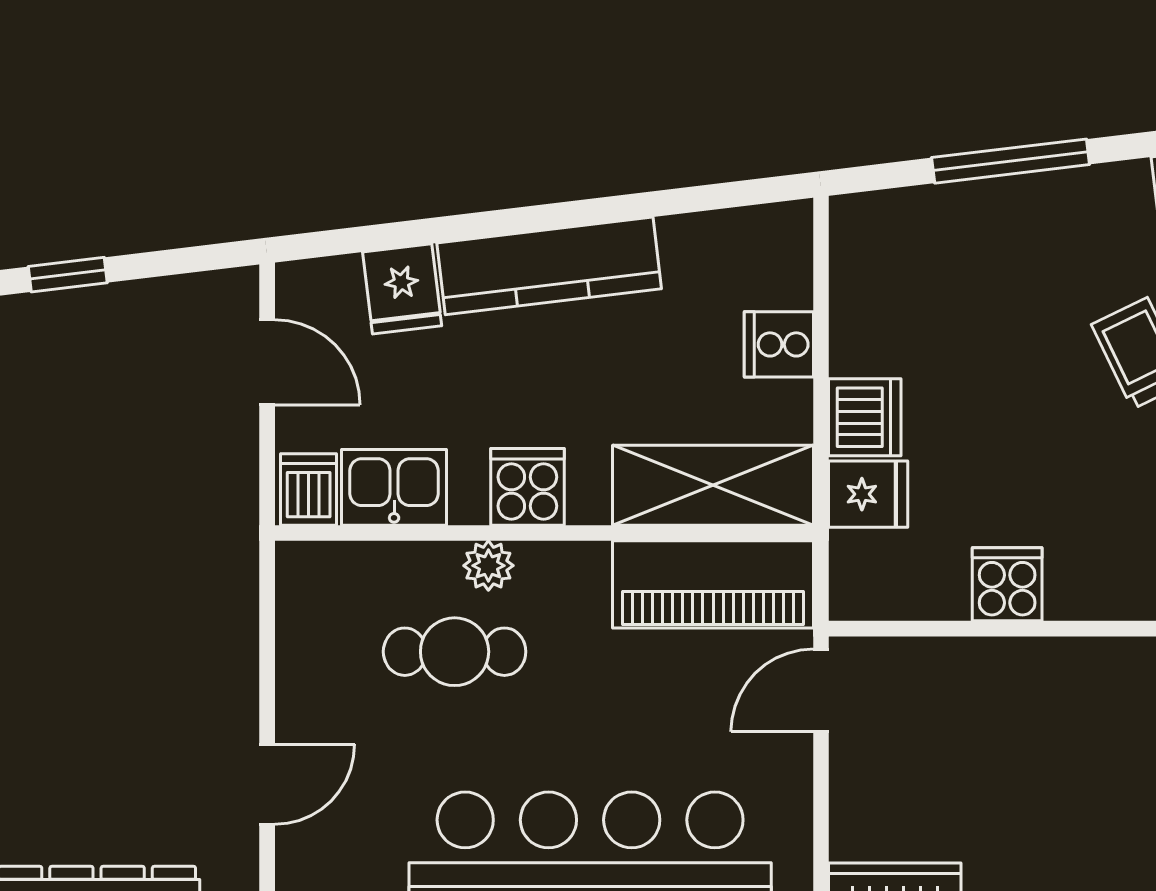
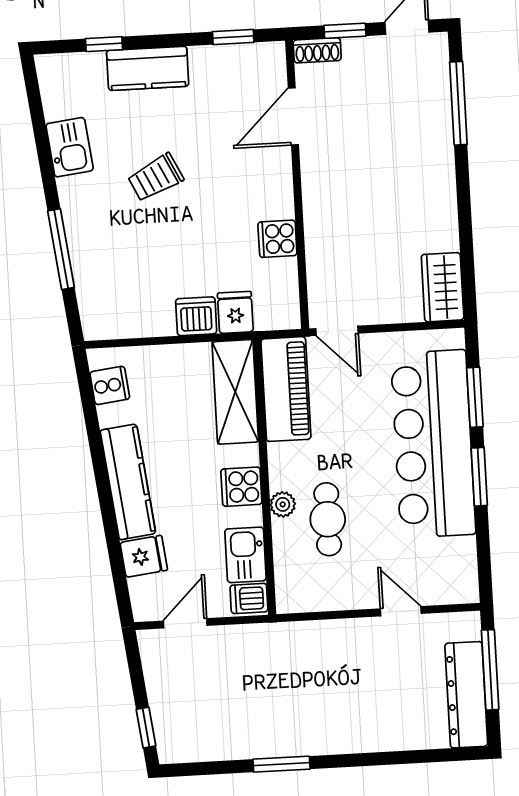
cooker: (779, 344) -> (110, 385), moved, turned -97

